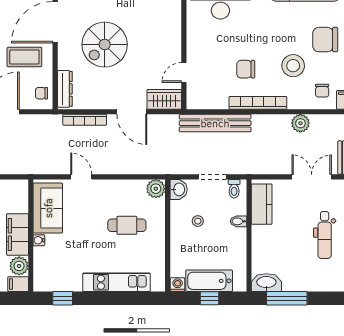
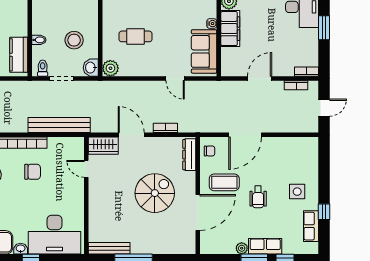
door: (184, 73) -> (86, 169), swing flipped
bookcase: (85, 120) -> (165, 128), width x0.64
stool: (198, 221) -> (74, 40), width x1.89, depth x1.89

